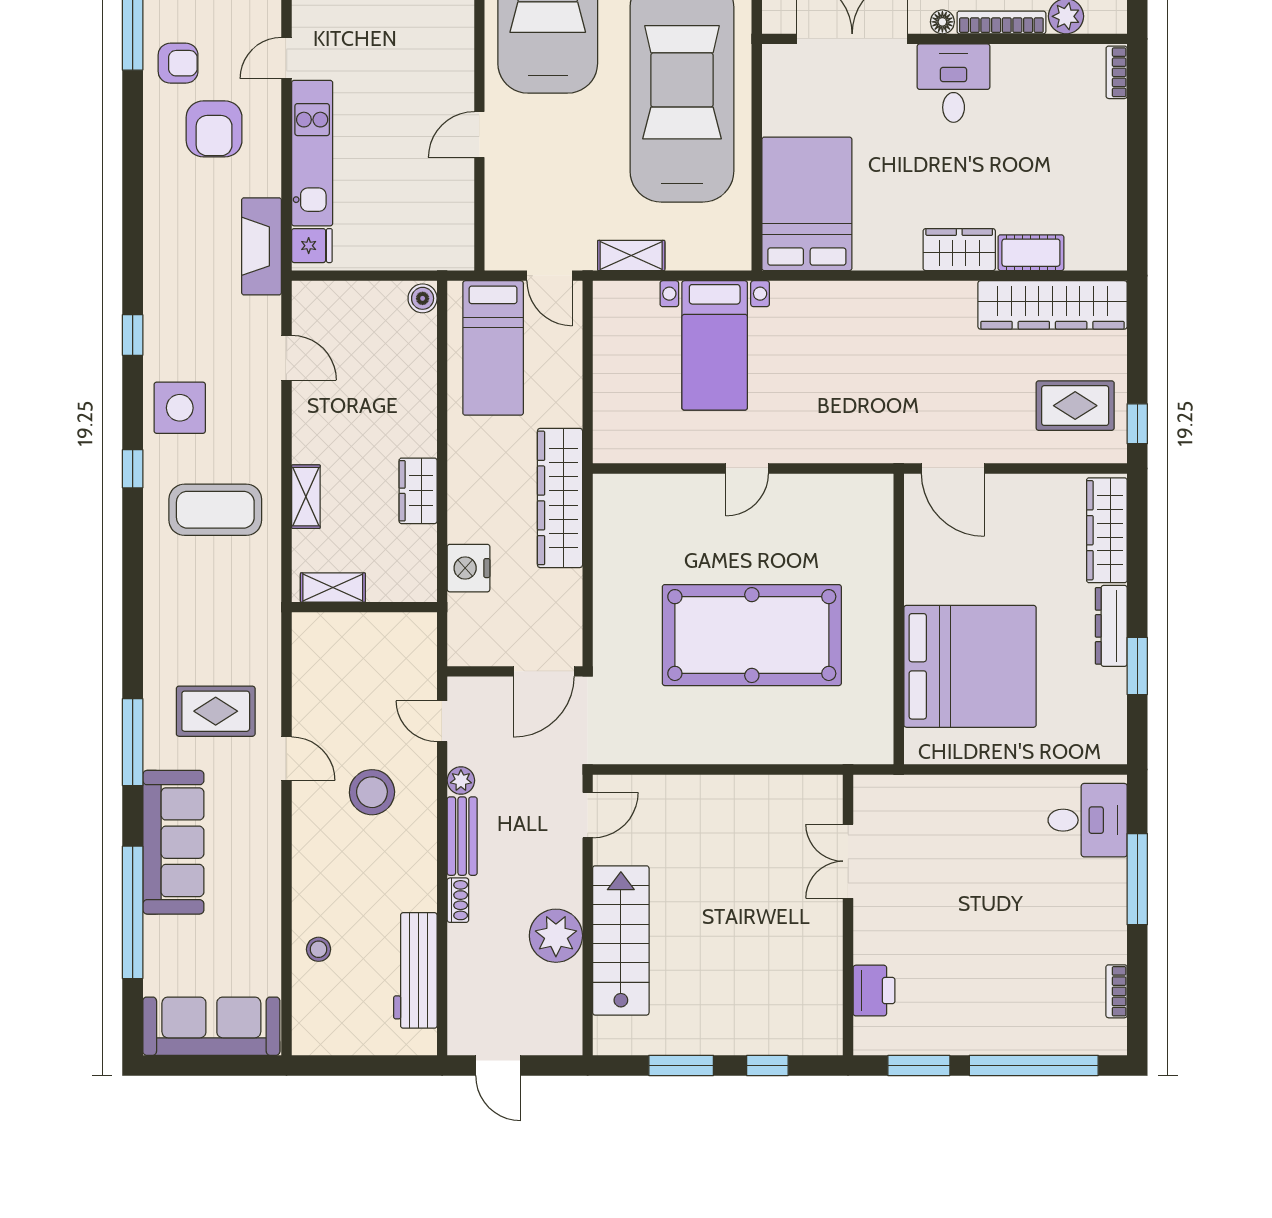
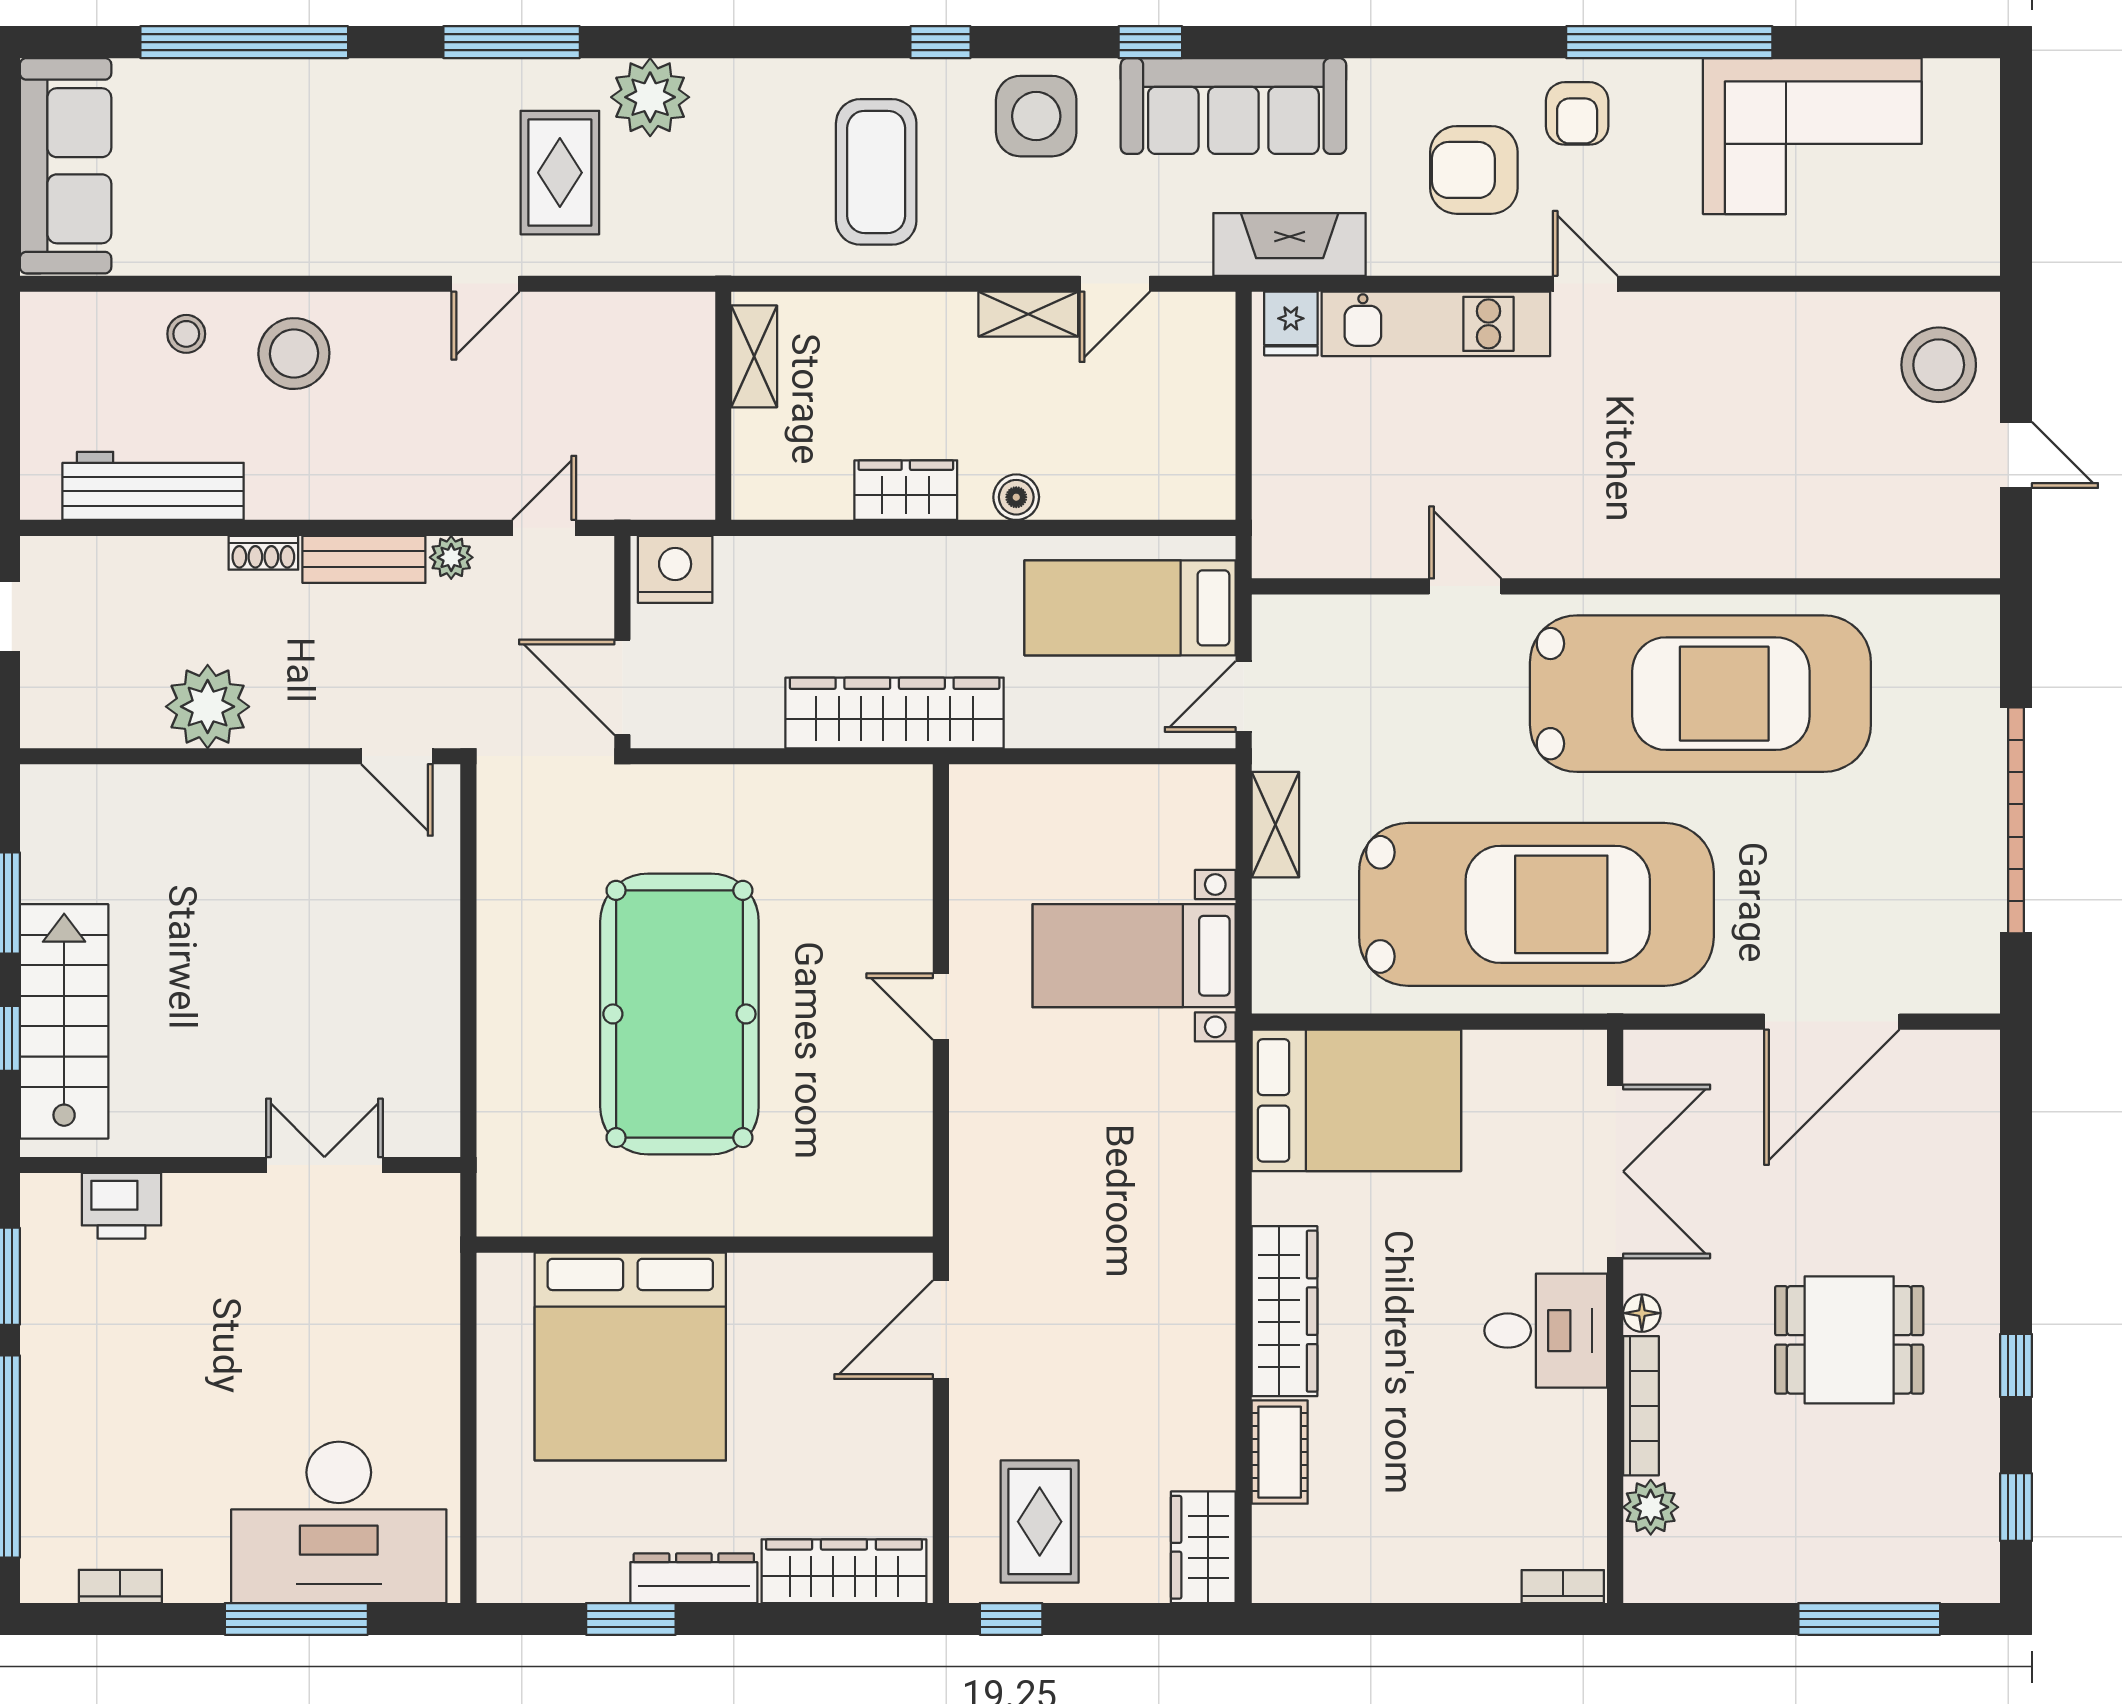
wardrobe: (959, 250) -> (1284, 1311), width x1.50
boiler: (423, 298) -> (1016, 497), moved
wardrobe: (1052, 305) -> (1203, 1547), width x0.48, depth x0.85
shelving: (306, 497) -> (1028, 314), moved
nightstand: (469, 568) -> (675, 569), moved
plant: (168, 654) -> (650, 97), added
stool: (372, 792) -> (294, 354), moved
desk: (1088, 820) -> (339, 1522), width x1.87, depth x1.30
sofa: (173, 842) -> (1233, 106), moved
stairs: (621, 940) -> (64, 1021), moved, turned -90

